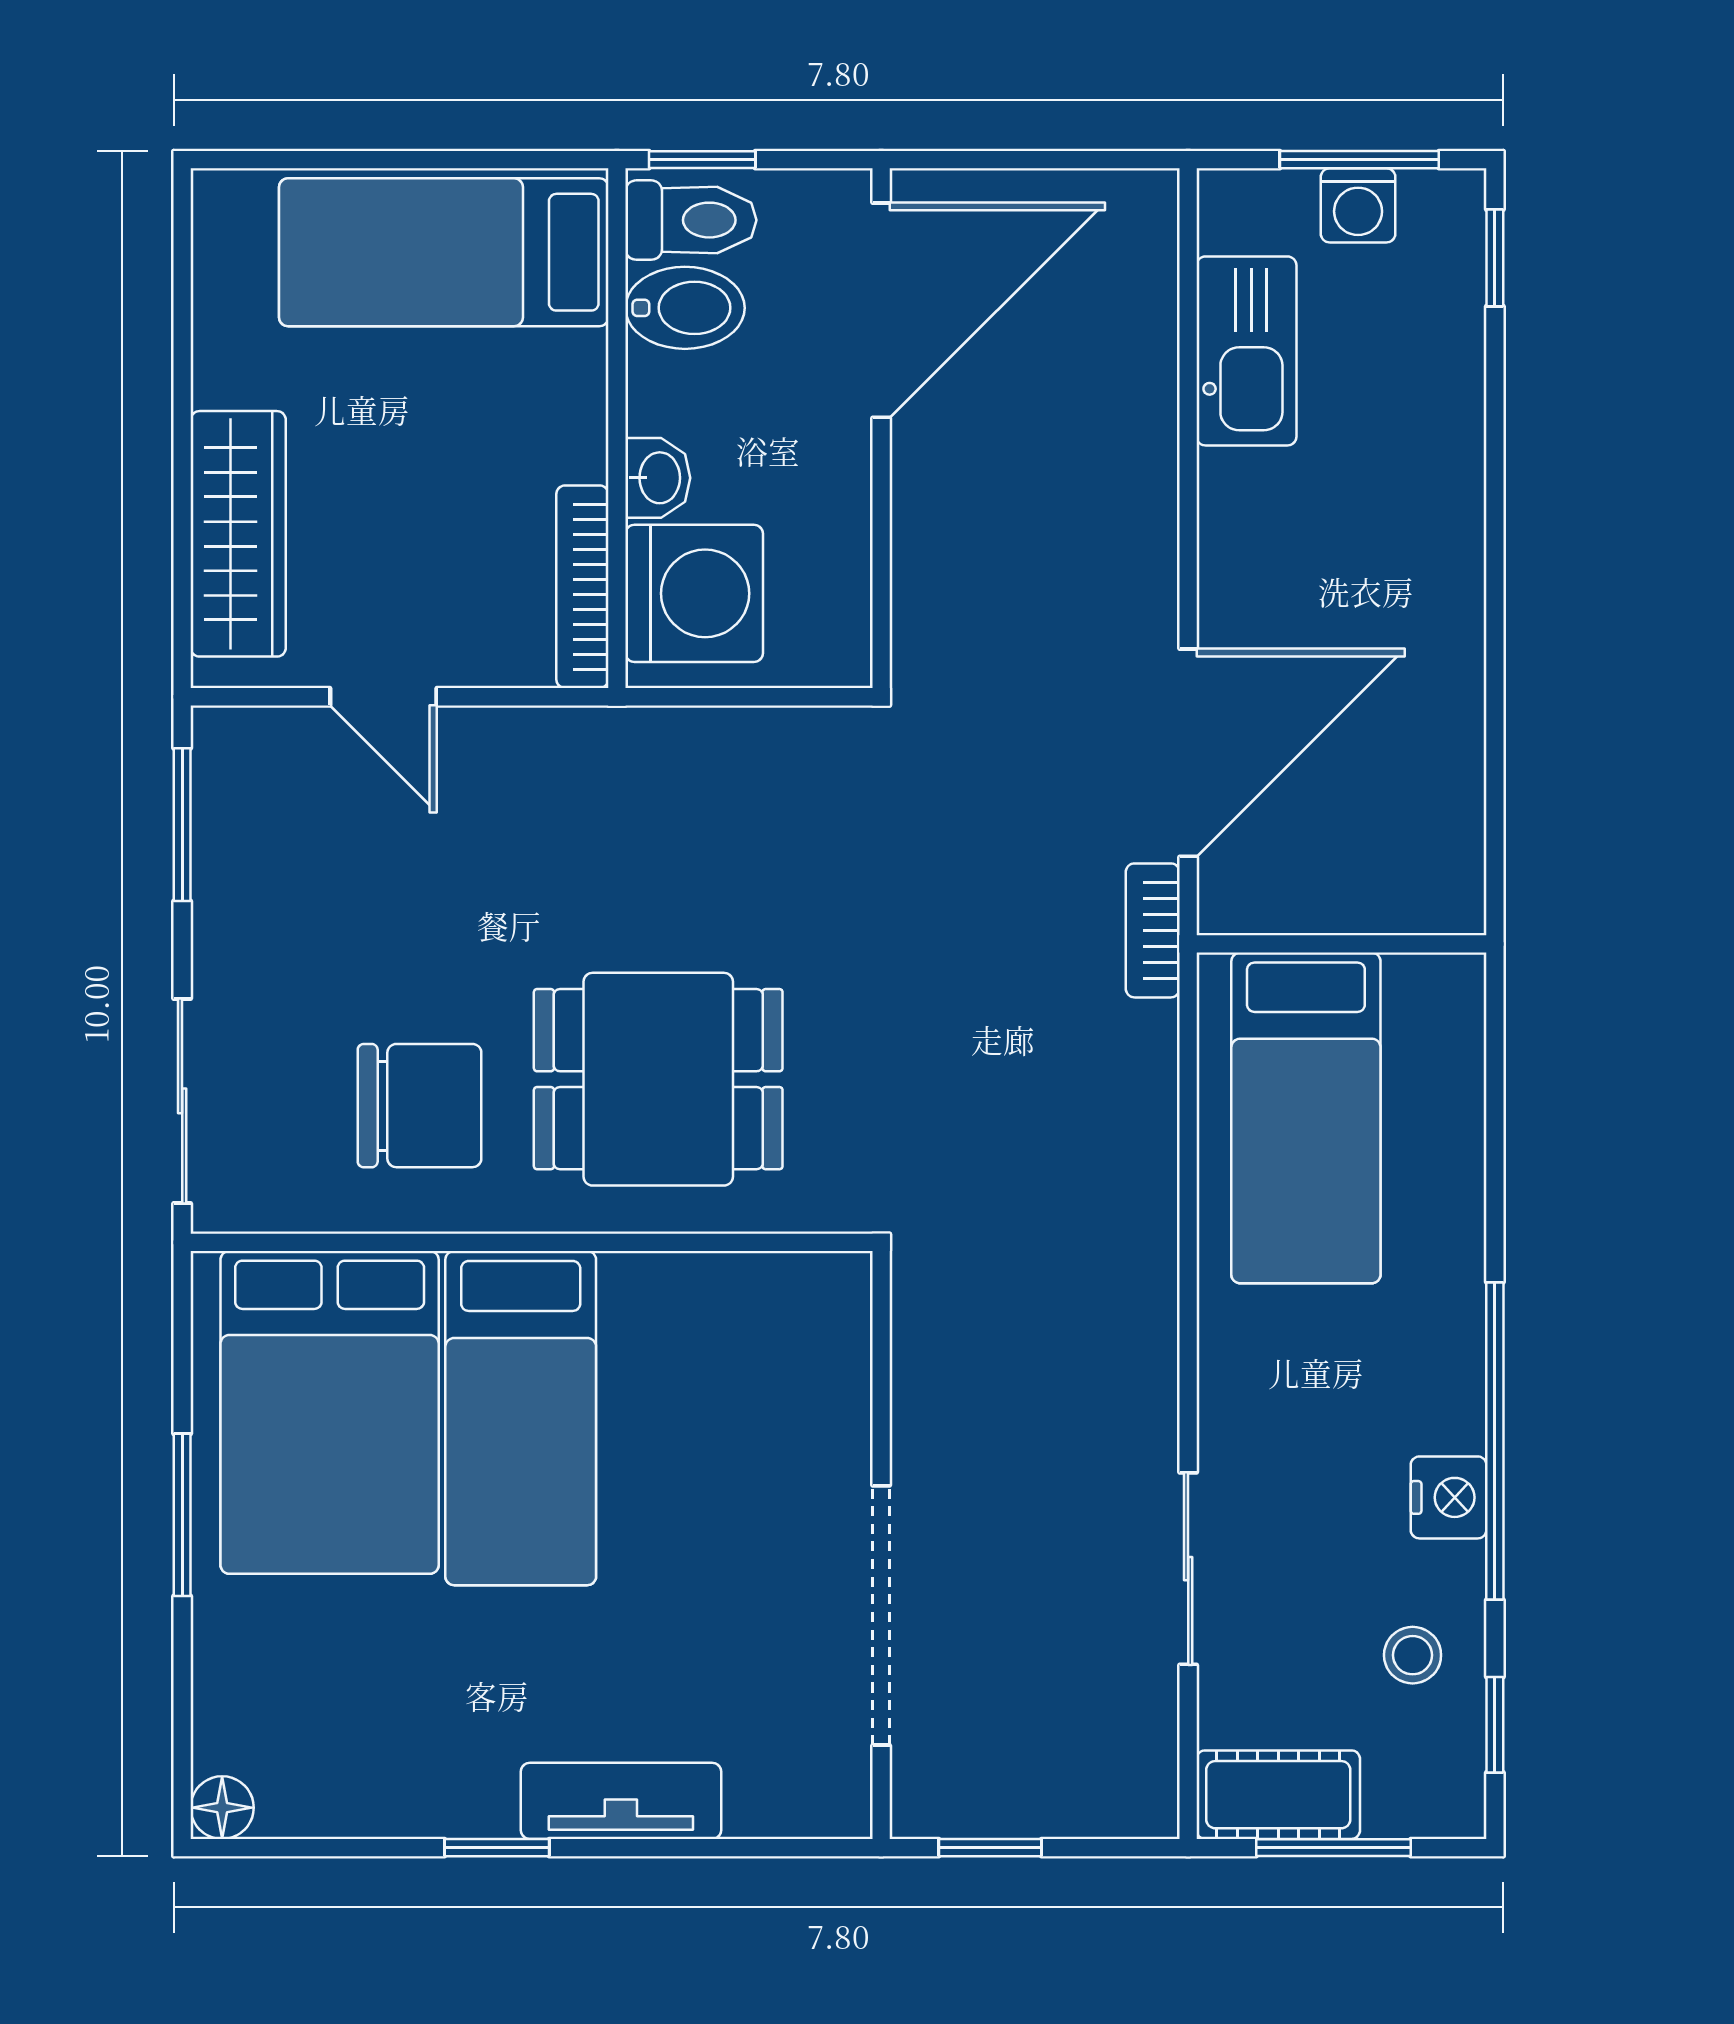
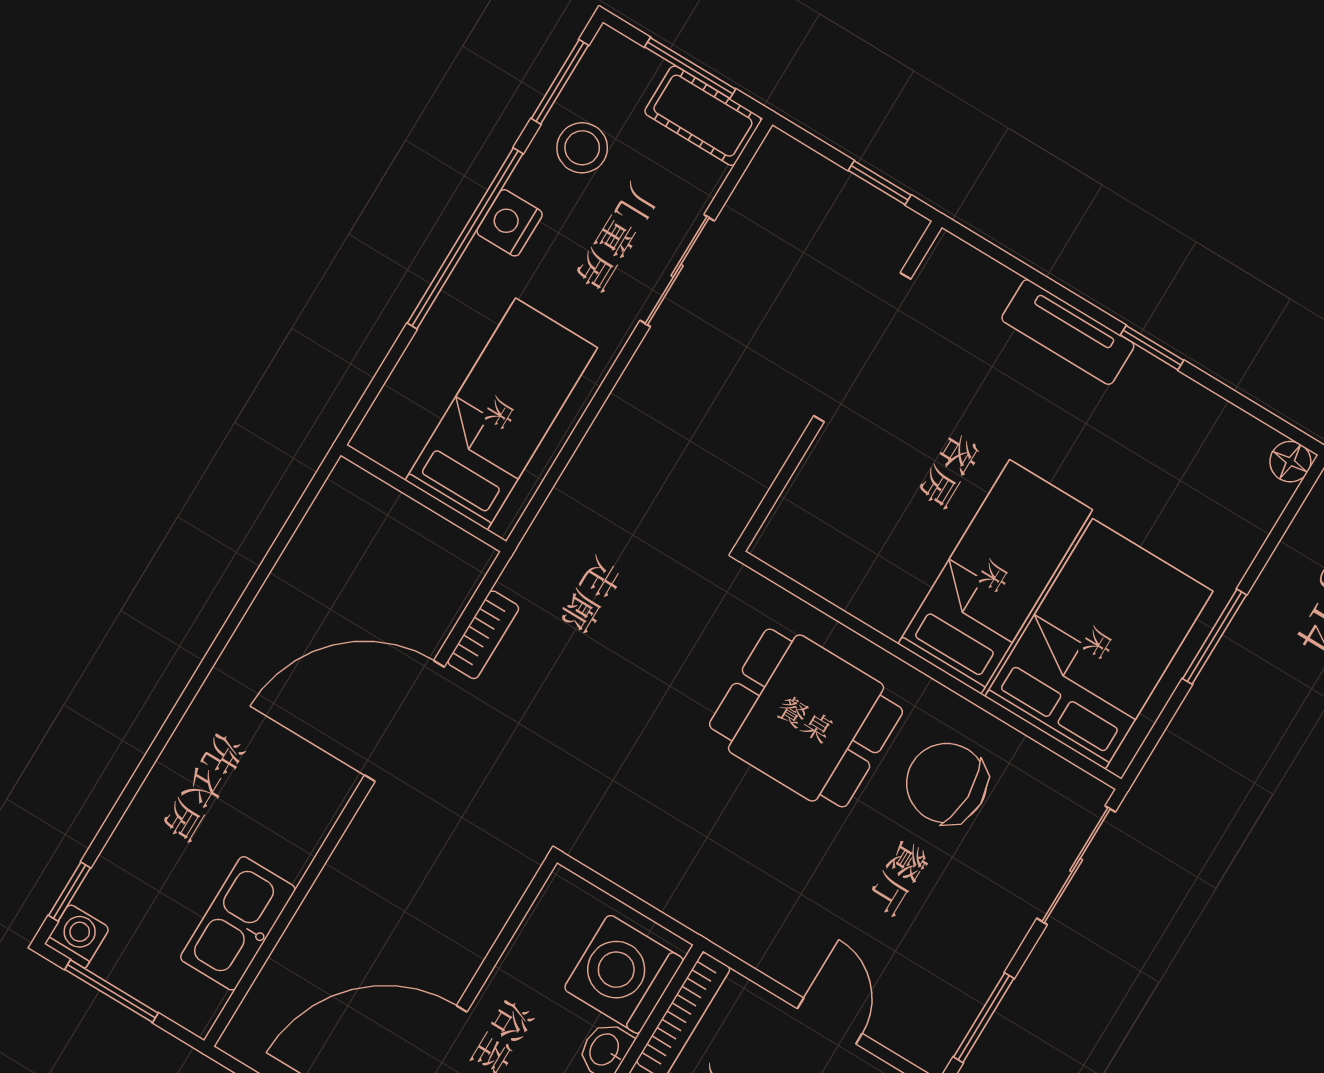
washing machine: (1358, 205) -> (77, 936), moved
wall: (1341, 944) -> (423, 498), moved
bed: (1306, 1118) -> (501, 414), moved
stool: (1413, 1655) -> (582, 148), width x1.37, depth x1.37
window: (1495, 1725) -> (560, 82), width x1.50

